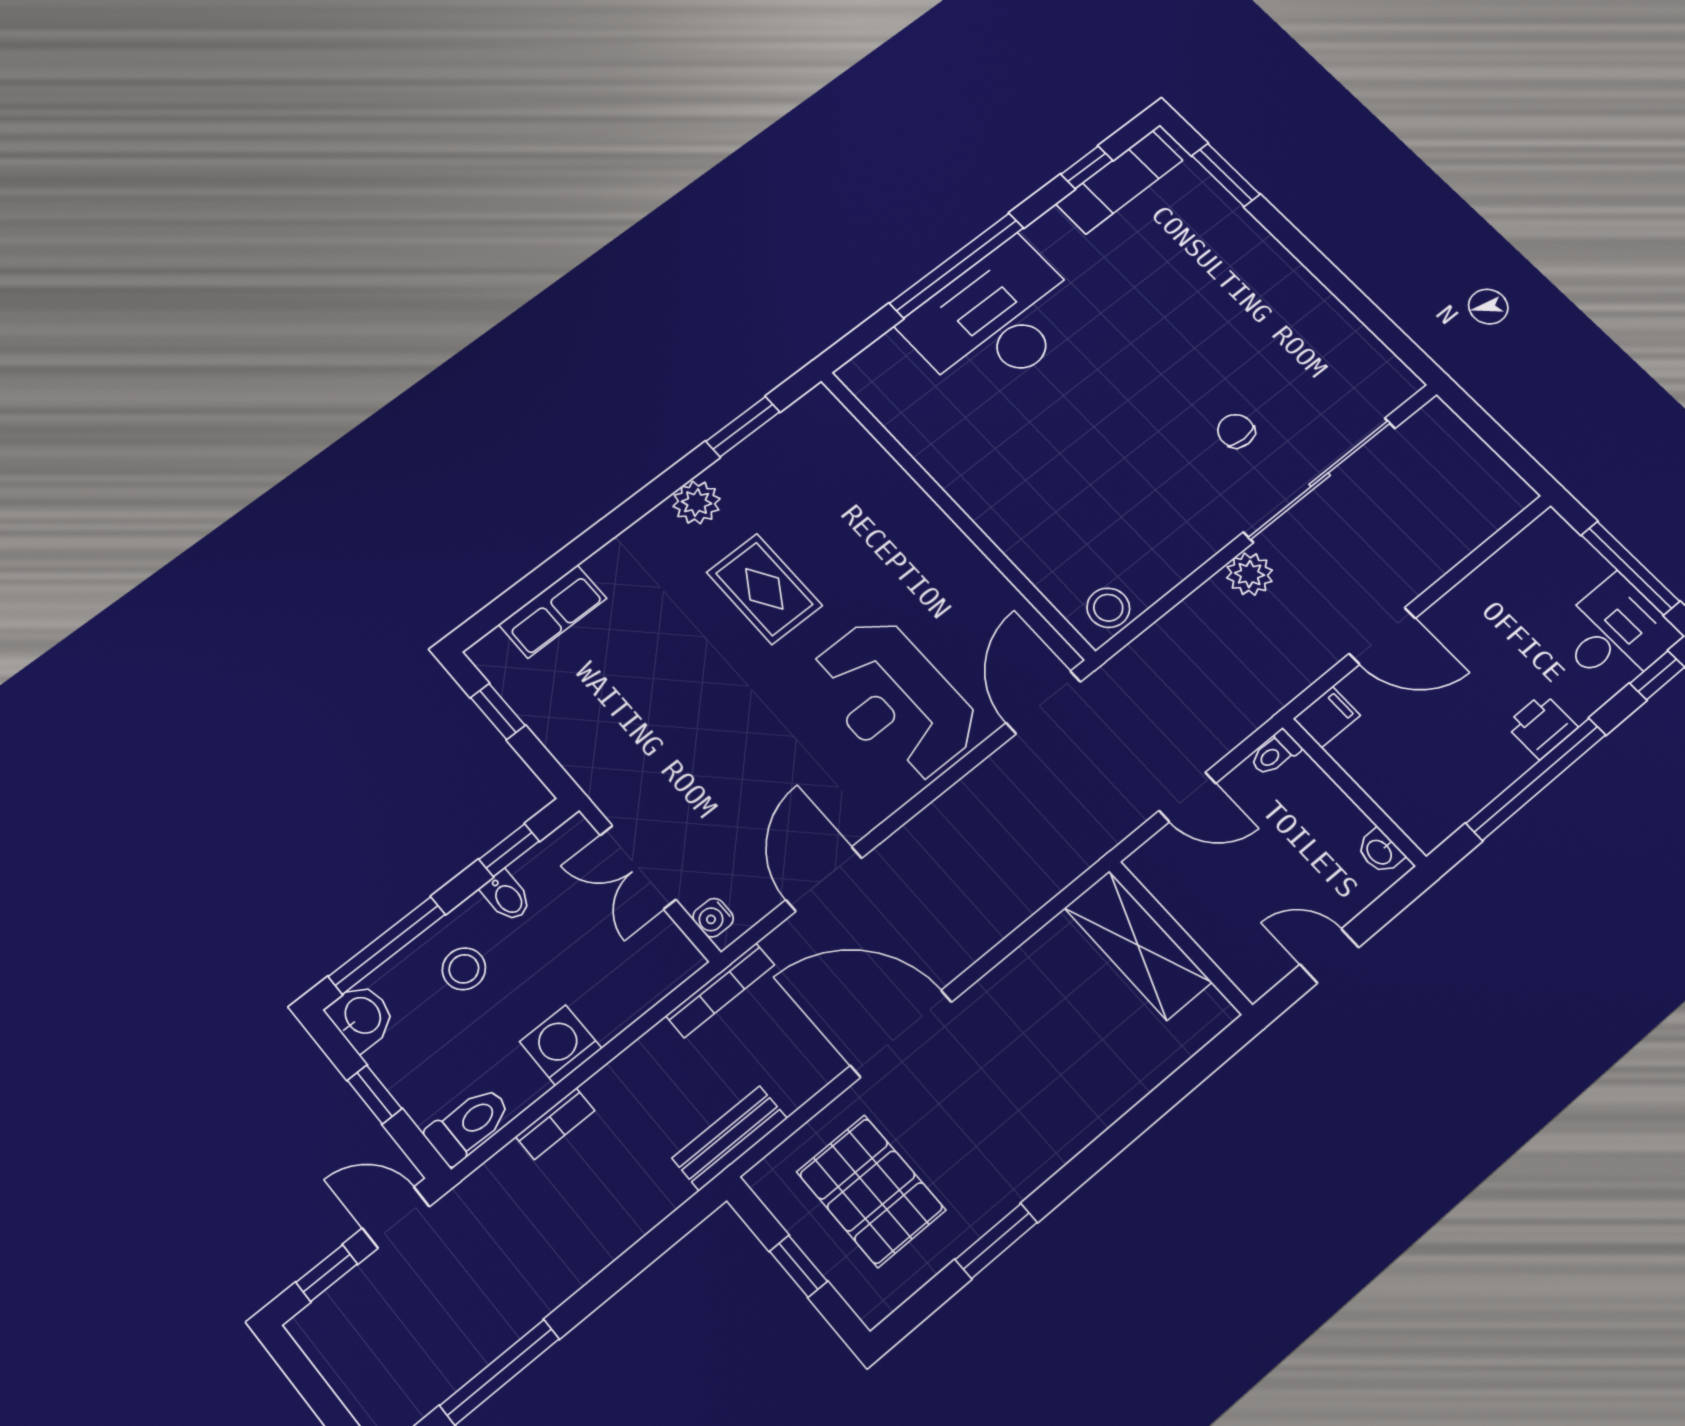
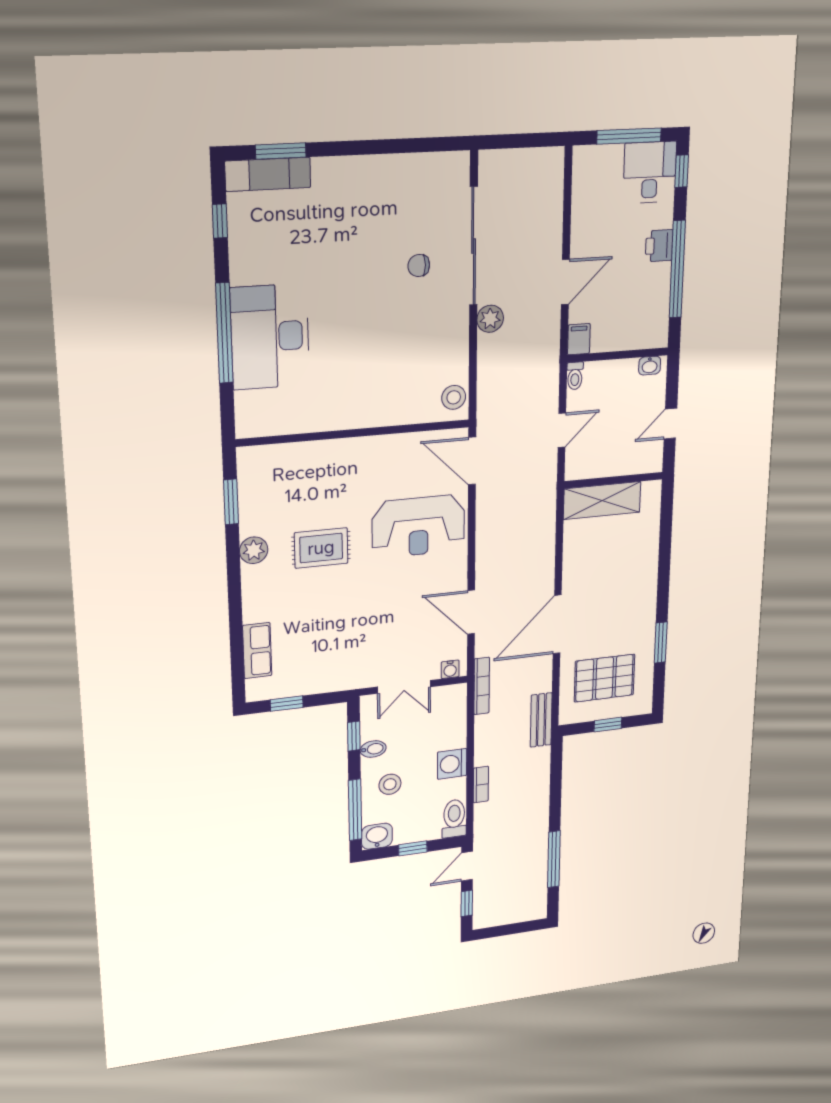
exam couch: (1119, 182) -> (268, 174), moved, turned 90

